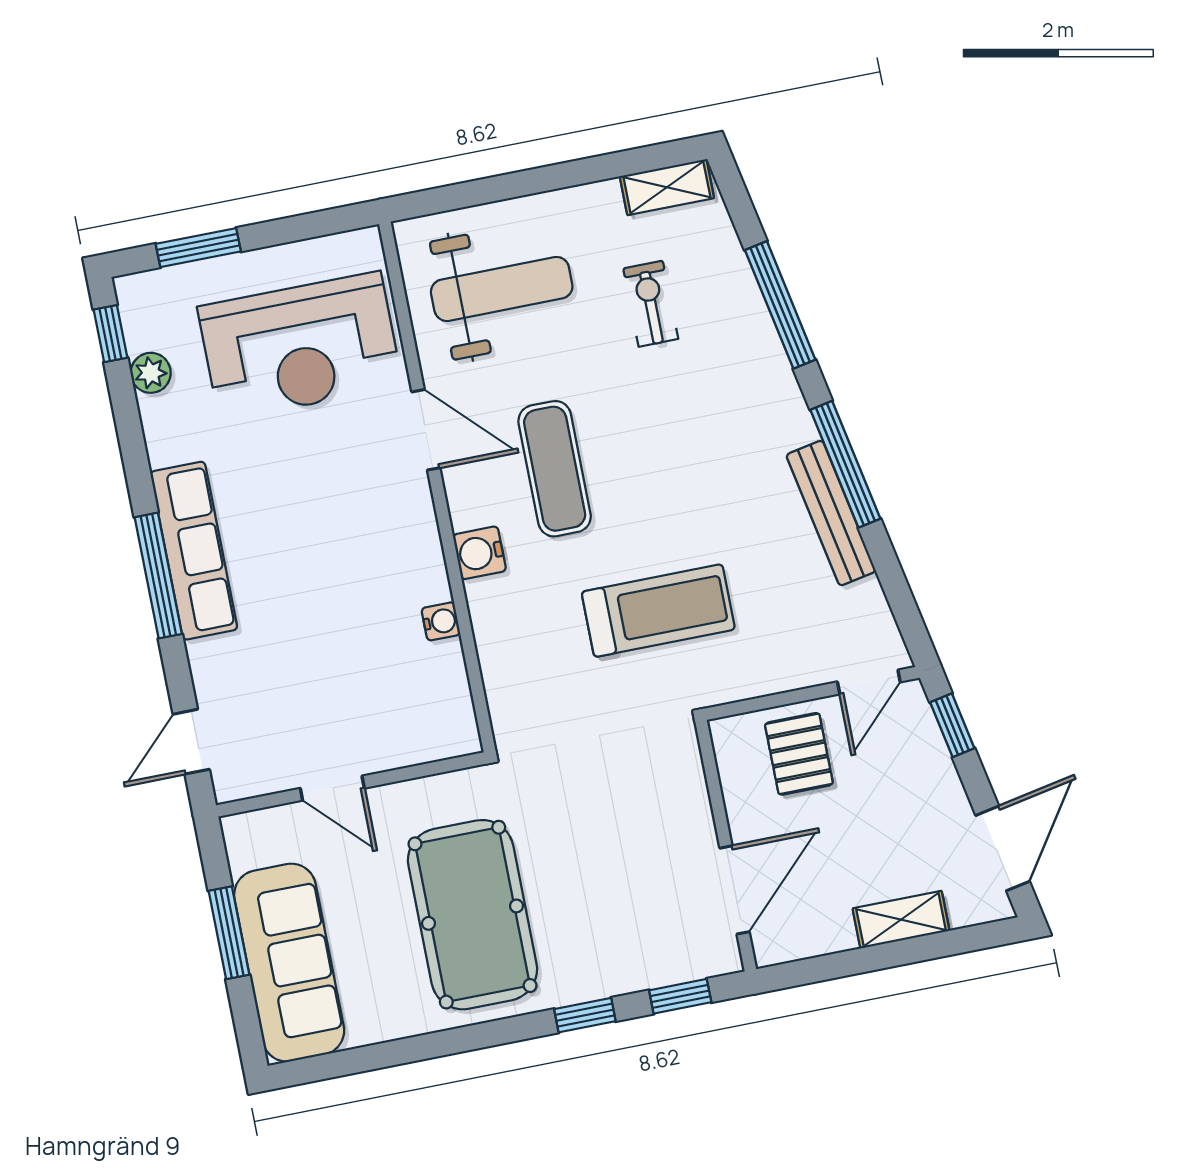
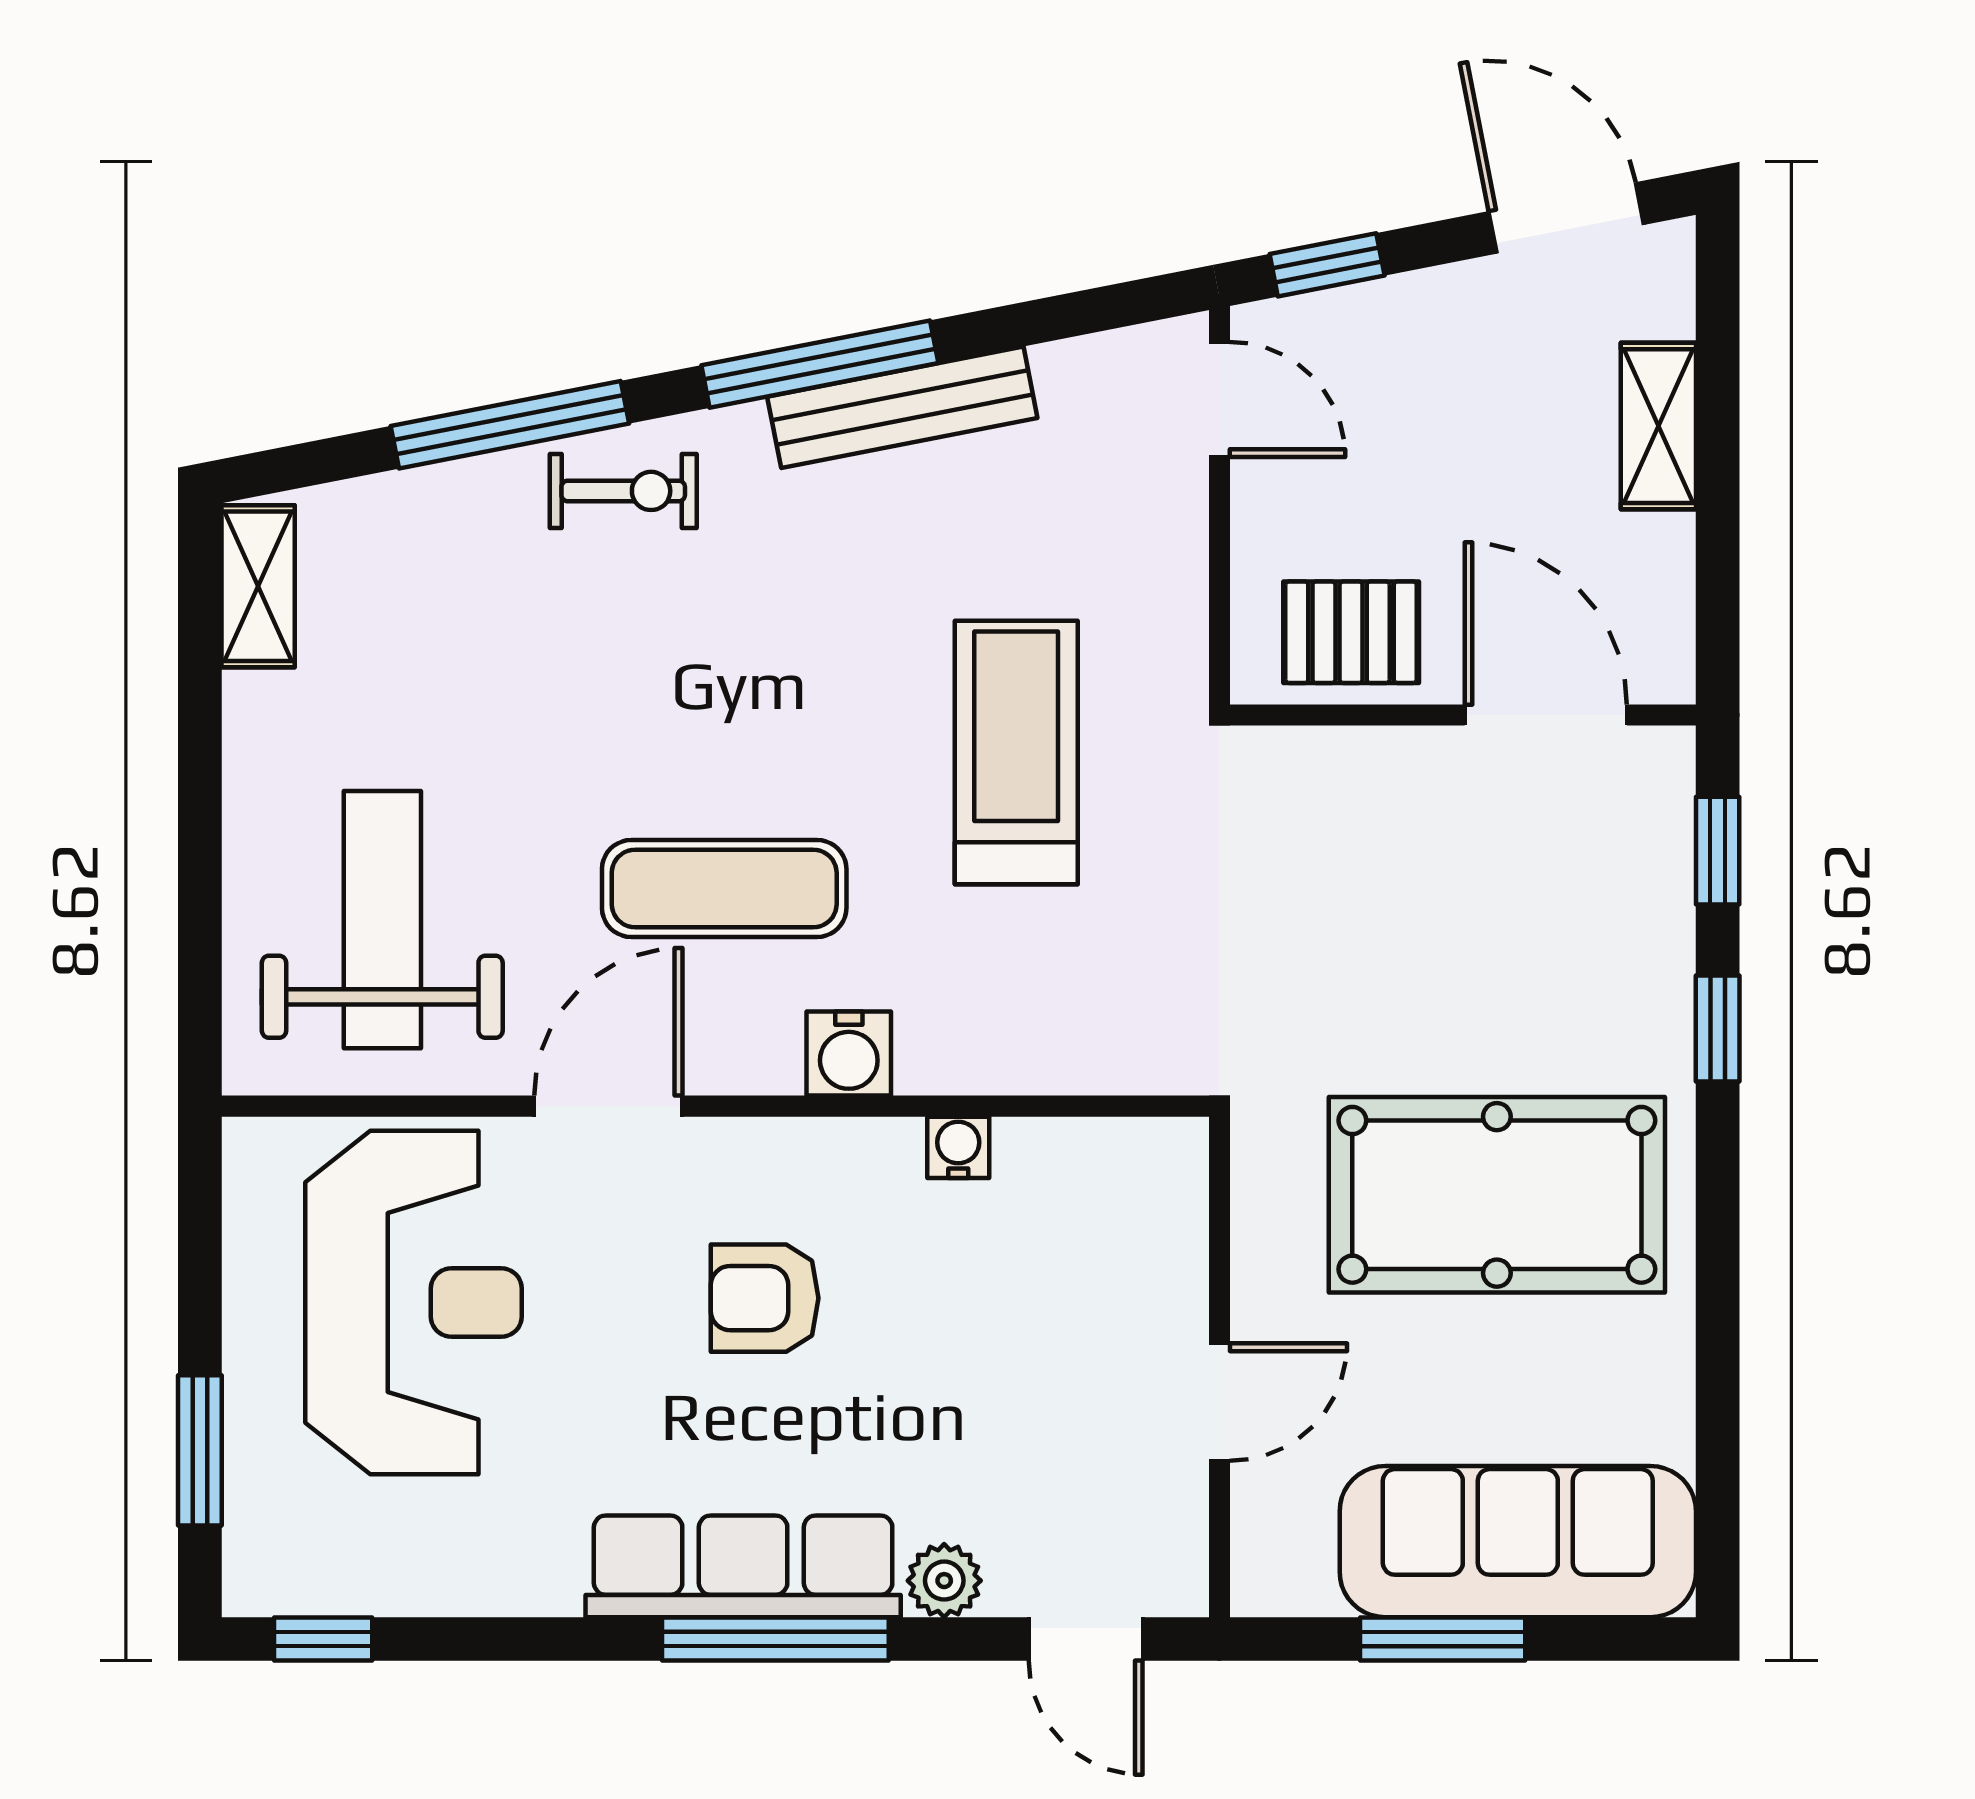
exercise bike: (651, 304) -> (623, 491), moved, turned 180
plant: (151, 373) -> (944, 1581), moved
armchair: (340, 534) -> (765, 1298), added
pallet: (799, 754) -> (1351, 632), moved

